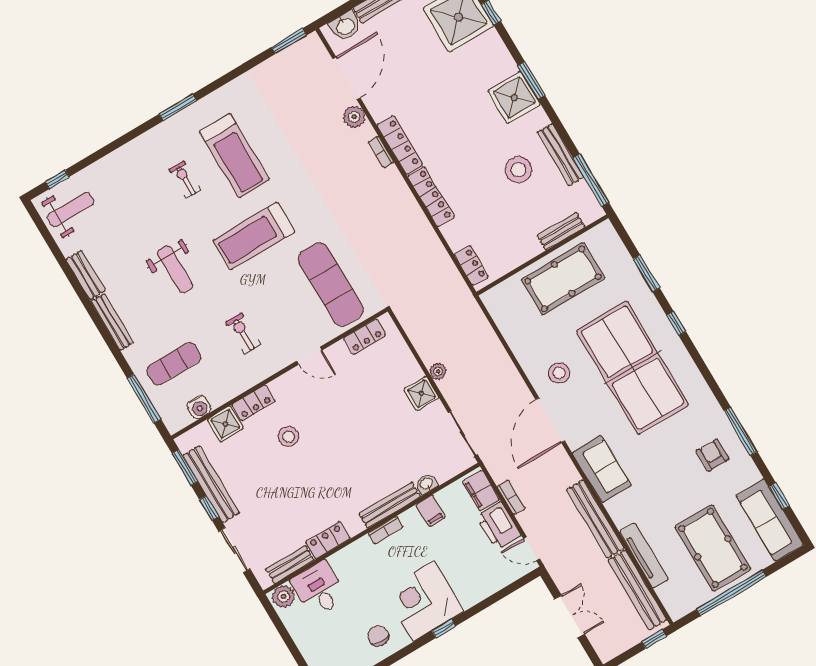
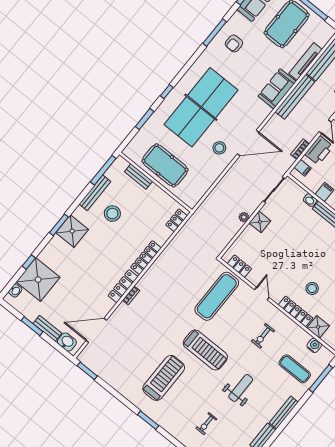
plant: (354, 117) -> (117, 318), removed
exercise bike: (185, 180) -> (206, 424), moved
locker: (253, 403) -> (295, 311), width x1.53
sofa: (602, 469) -> (277, 89), moved
filing cabinet: (481, 491) -> (303, 168), width x0.50

